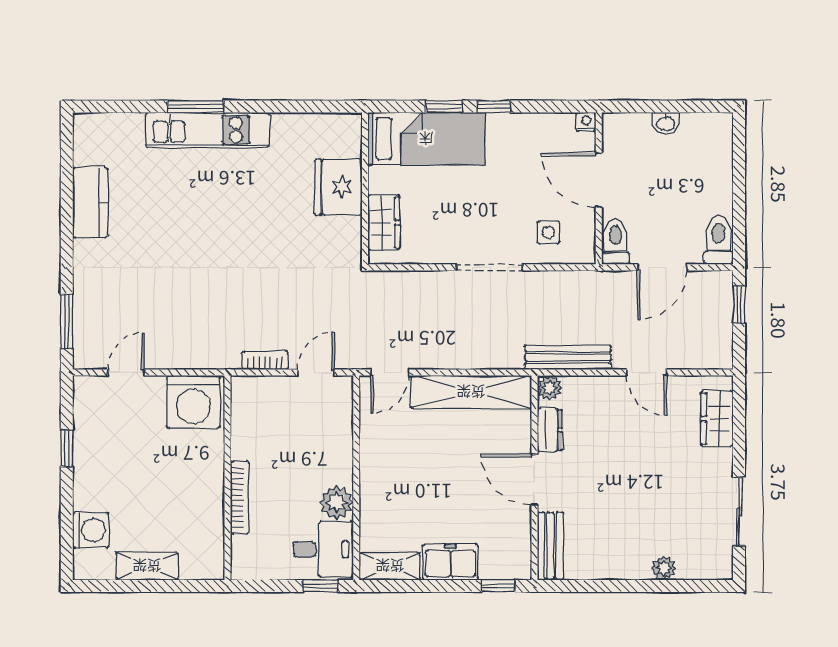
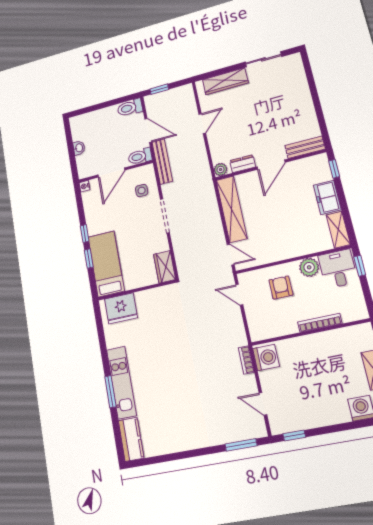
fridge: (338, 187) -> (121, 308), moved
kitchen counter: (90, 203) -> (131, 439), moved, turned 90
wardrobe: (384, 222) -> (165, 267), moved, turned -90
bench: (568, 358) -> (162, 162), moved
bookcase: (265, 360) -> (246, 360), moved
washing machine: (193, 402) -> (266, 357), width x0.73, depth x0.73
wardrobe: (717, 419) -> (225, 81), width x1.50
armchair: (313, 447) -> (281, 287), added
window: (67, 448) -> (294, 436), moved
plant: (664, 568) -> (302, 87), removed

